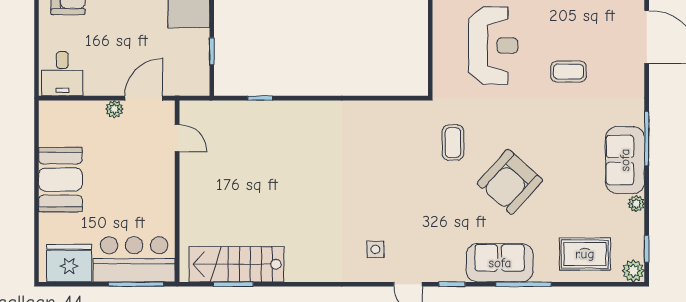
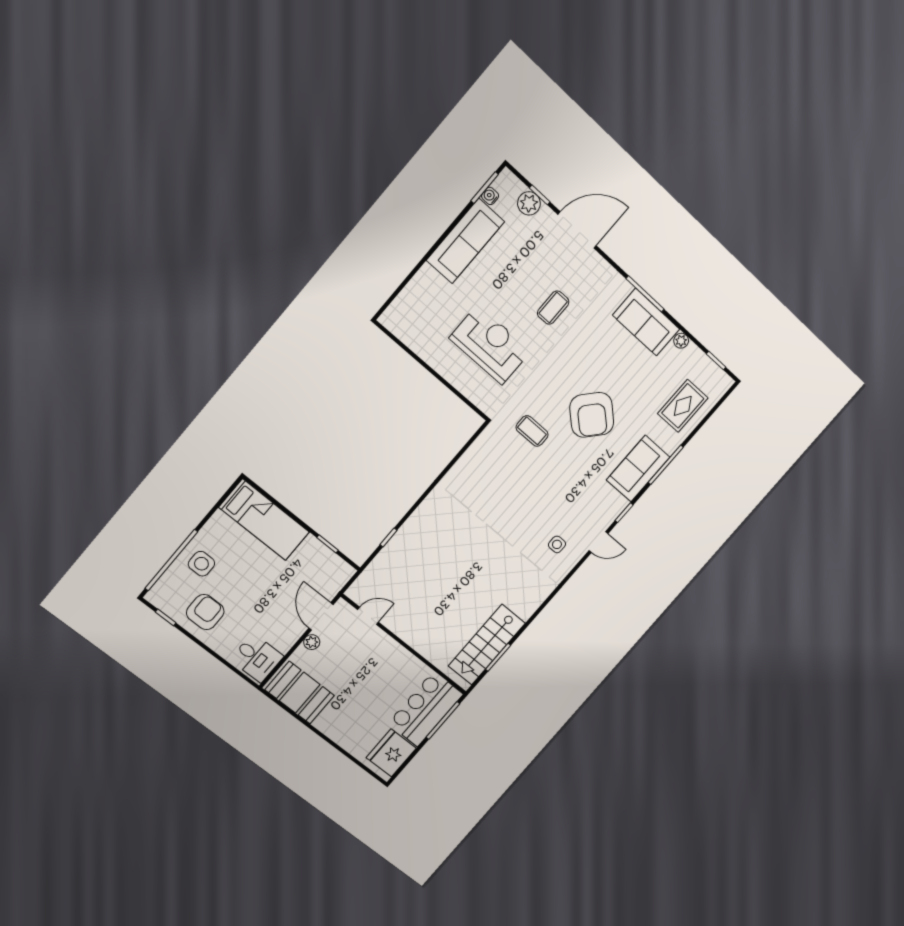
booth: (60, 180) -> (300, 693), moved
plant: (633, 271) -> (722, 383), removed

